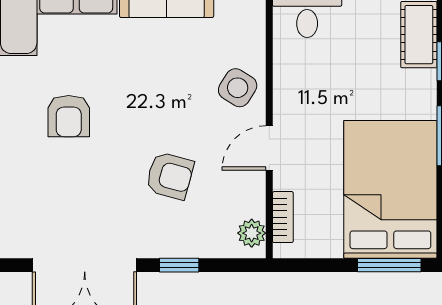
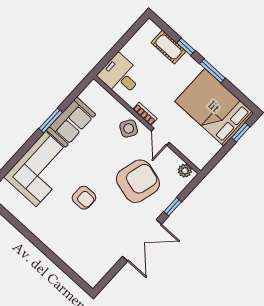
armchair: (170, 176) -> (138, 181), width x1.88, depth x1.88
bookcase: (283, 217) -> (145, 114), moved
window: (389, 265) -> (241, 132), width x0.67

